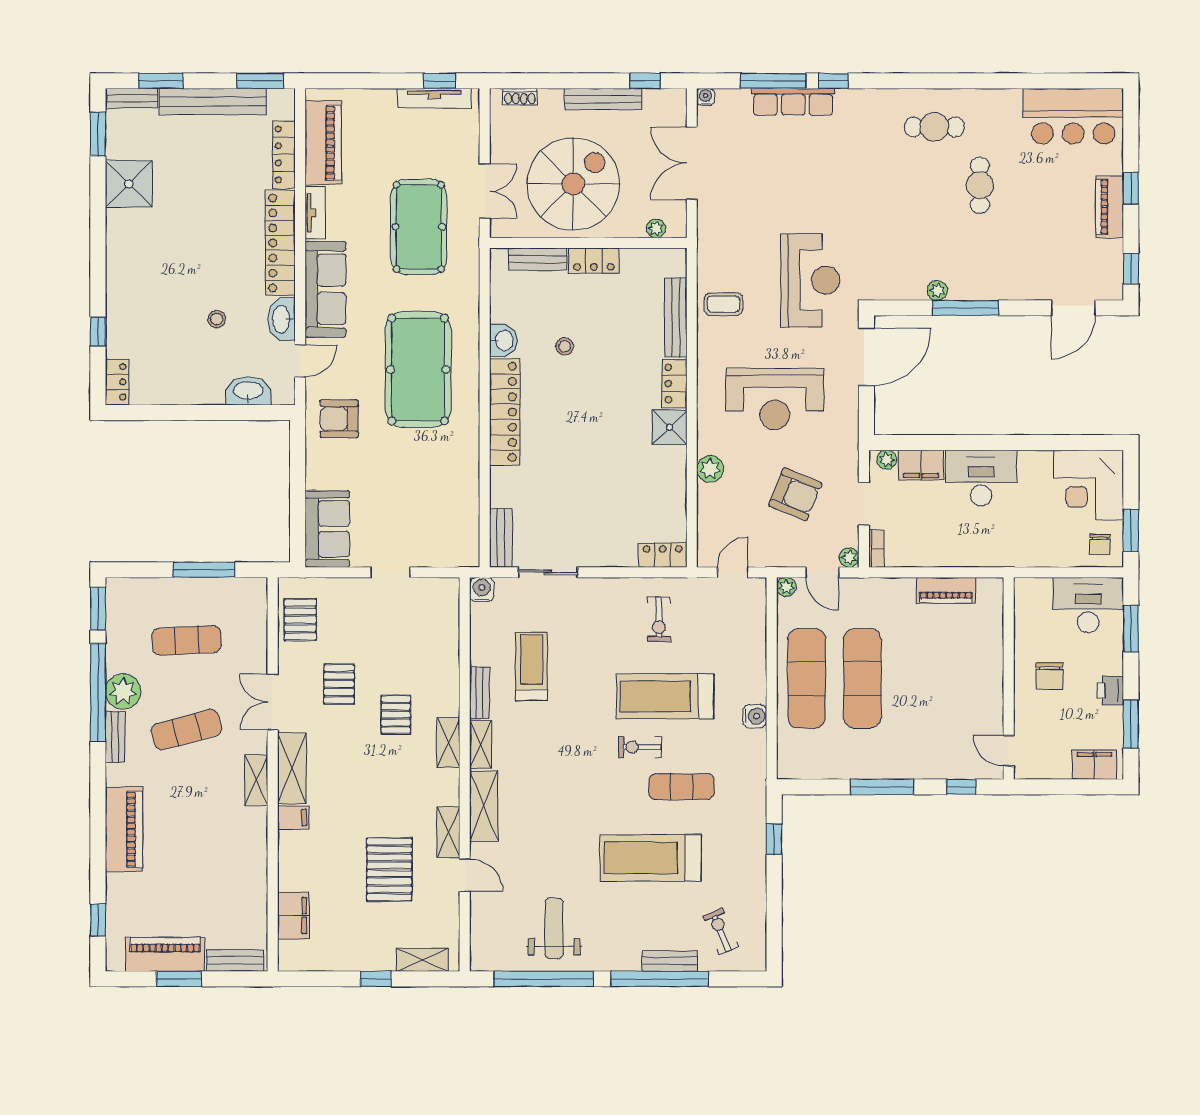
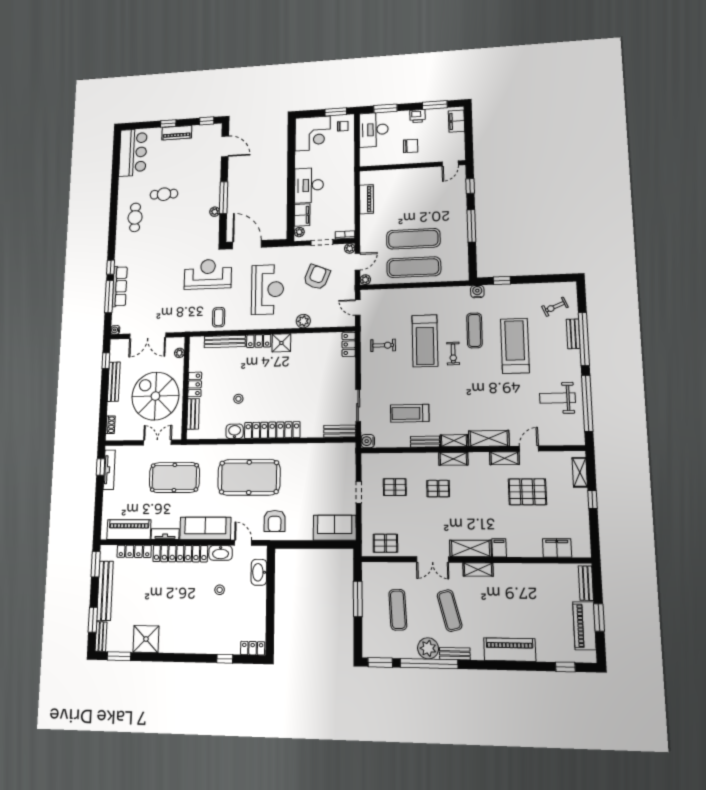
pallet: (339, 684) -> (395, 487), moved
water cooler: (755, 716) -> (477, 292), moved
treadmill: (651, 858) -> (515, 346), turned 180

